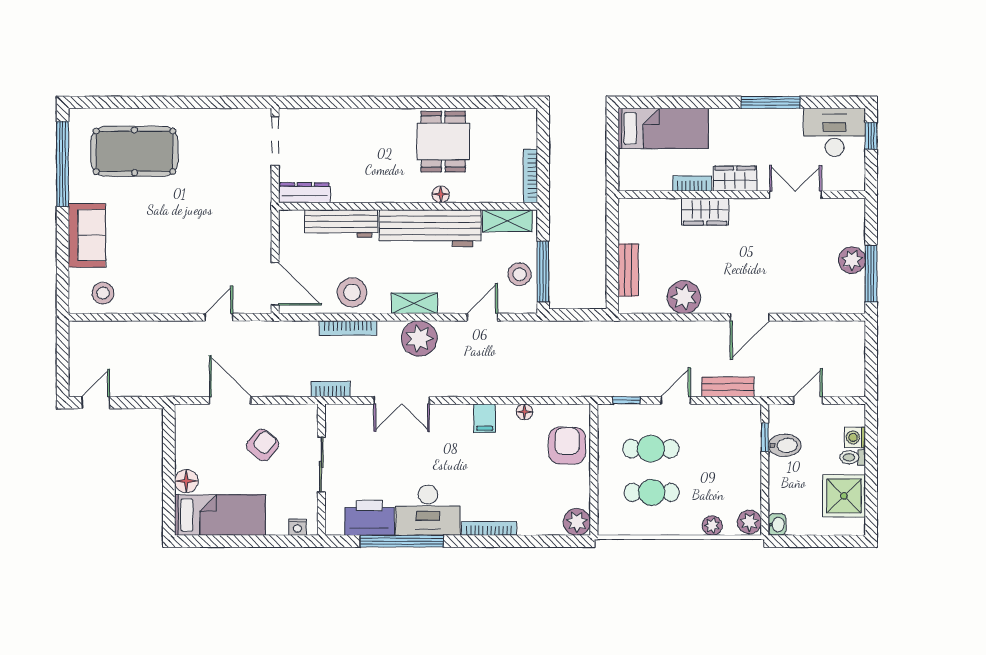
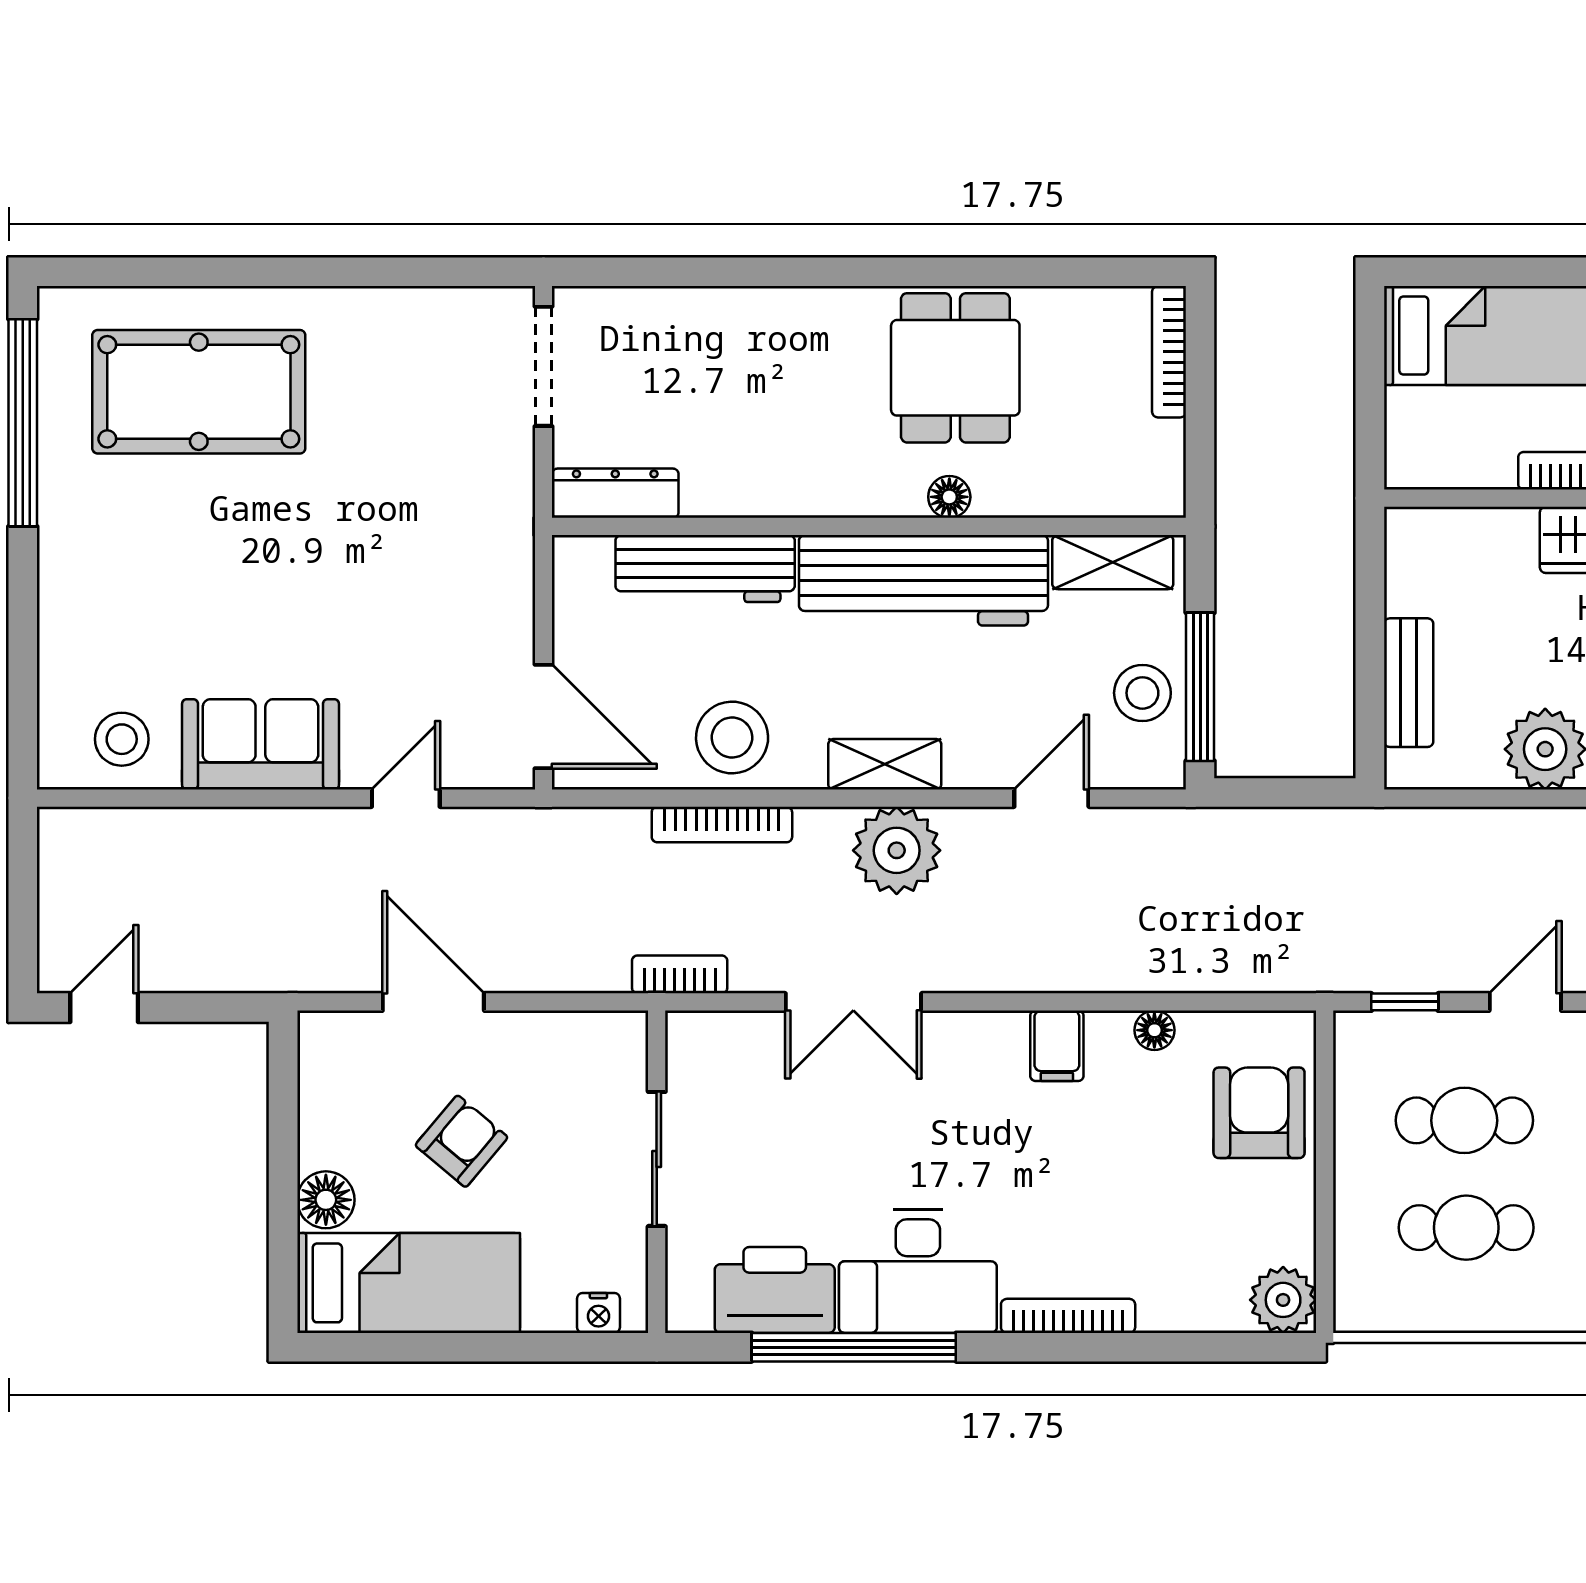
bookcase: (530, 176) -> (1169, 352), moved
sofa: (87, 235) -> (260, 744), moved, turned -90
armchair: (263, 445) -> (461, 1141), moved

